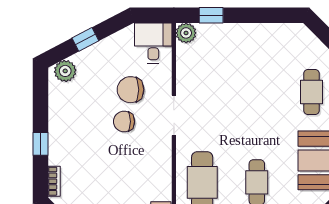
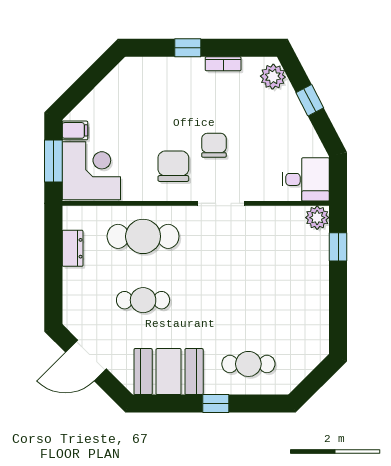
chair: (130, 90) -> (173, 166), moved
bookcase: (54, 181) -> (223, 64), moved

